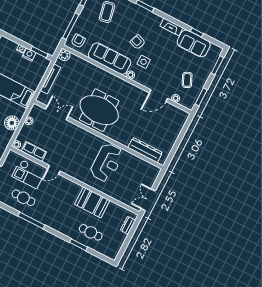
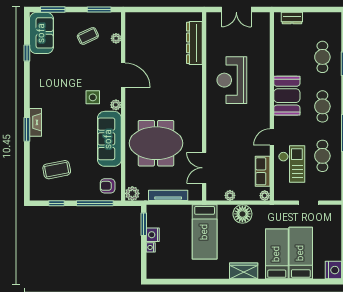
fireplace: (171, 27) -> (35, 122), moved
armchair: (138, 42) -> (73, 116), removed
sofa: (194, 43) -> (42, 33), moved
door: (158, 96) -> (123, 75), moved
meeting table: (99, 110) -> (156, 143), moved, turned 90
reception desk: (107, 163) -> (232, 80), turned -90
door: (54, 170) -> (272, 137), swing flipped
double door: (148, 200) -> (236, 10), moved
booth: (92, 202) -> (287, 96), moved
cafe table: (57, 215) -> (322, 106), added

